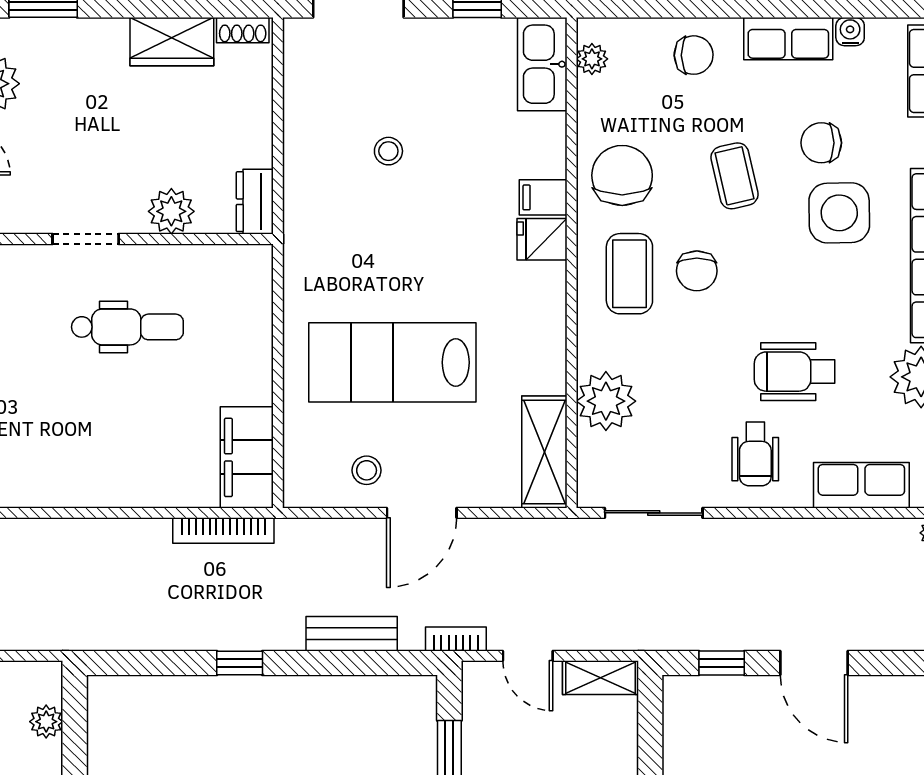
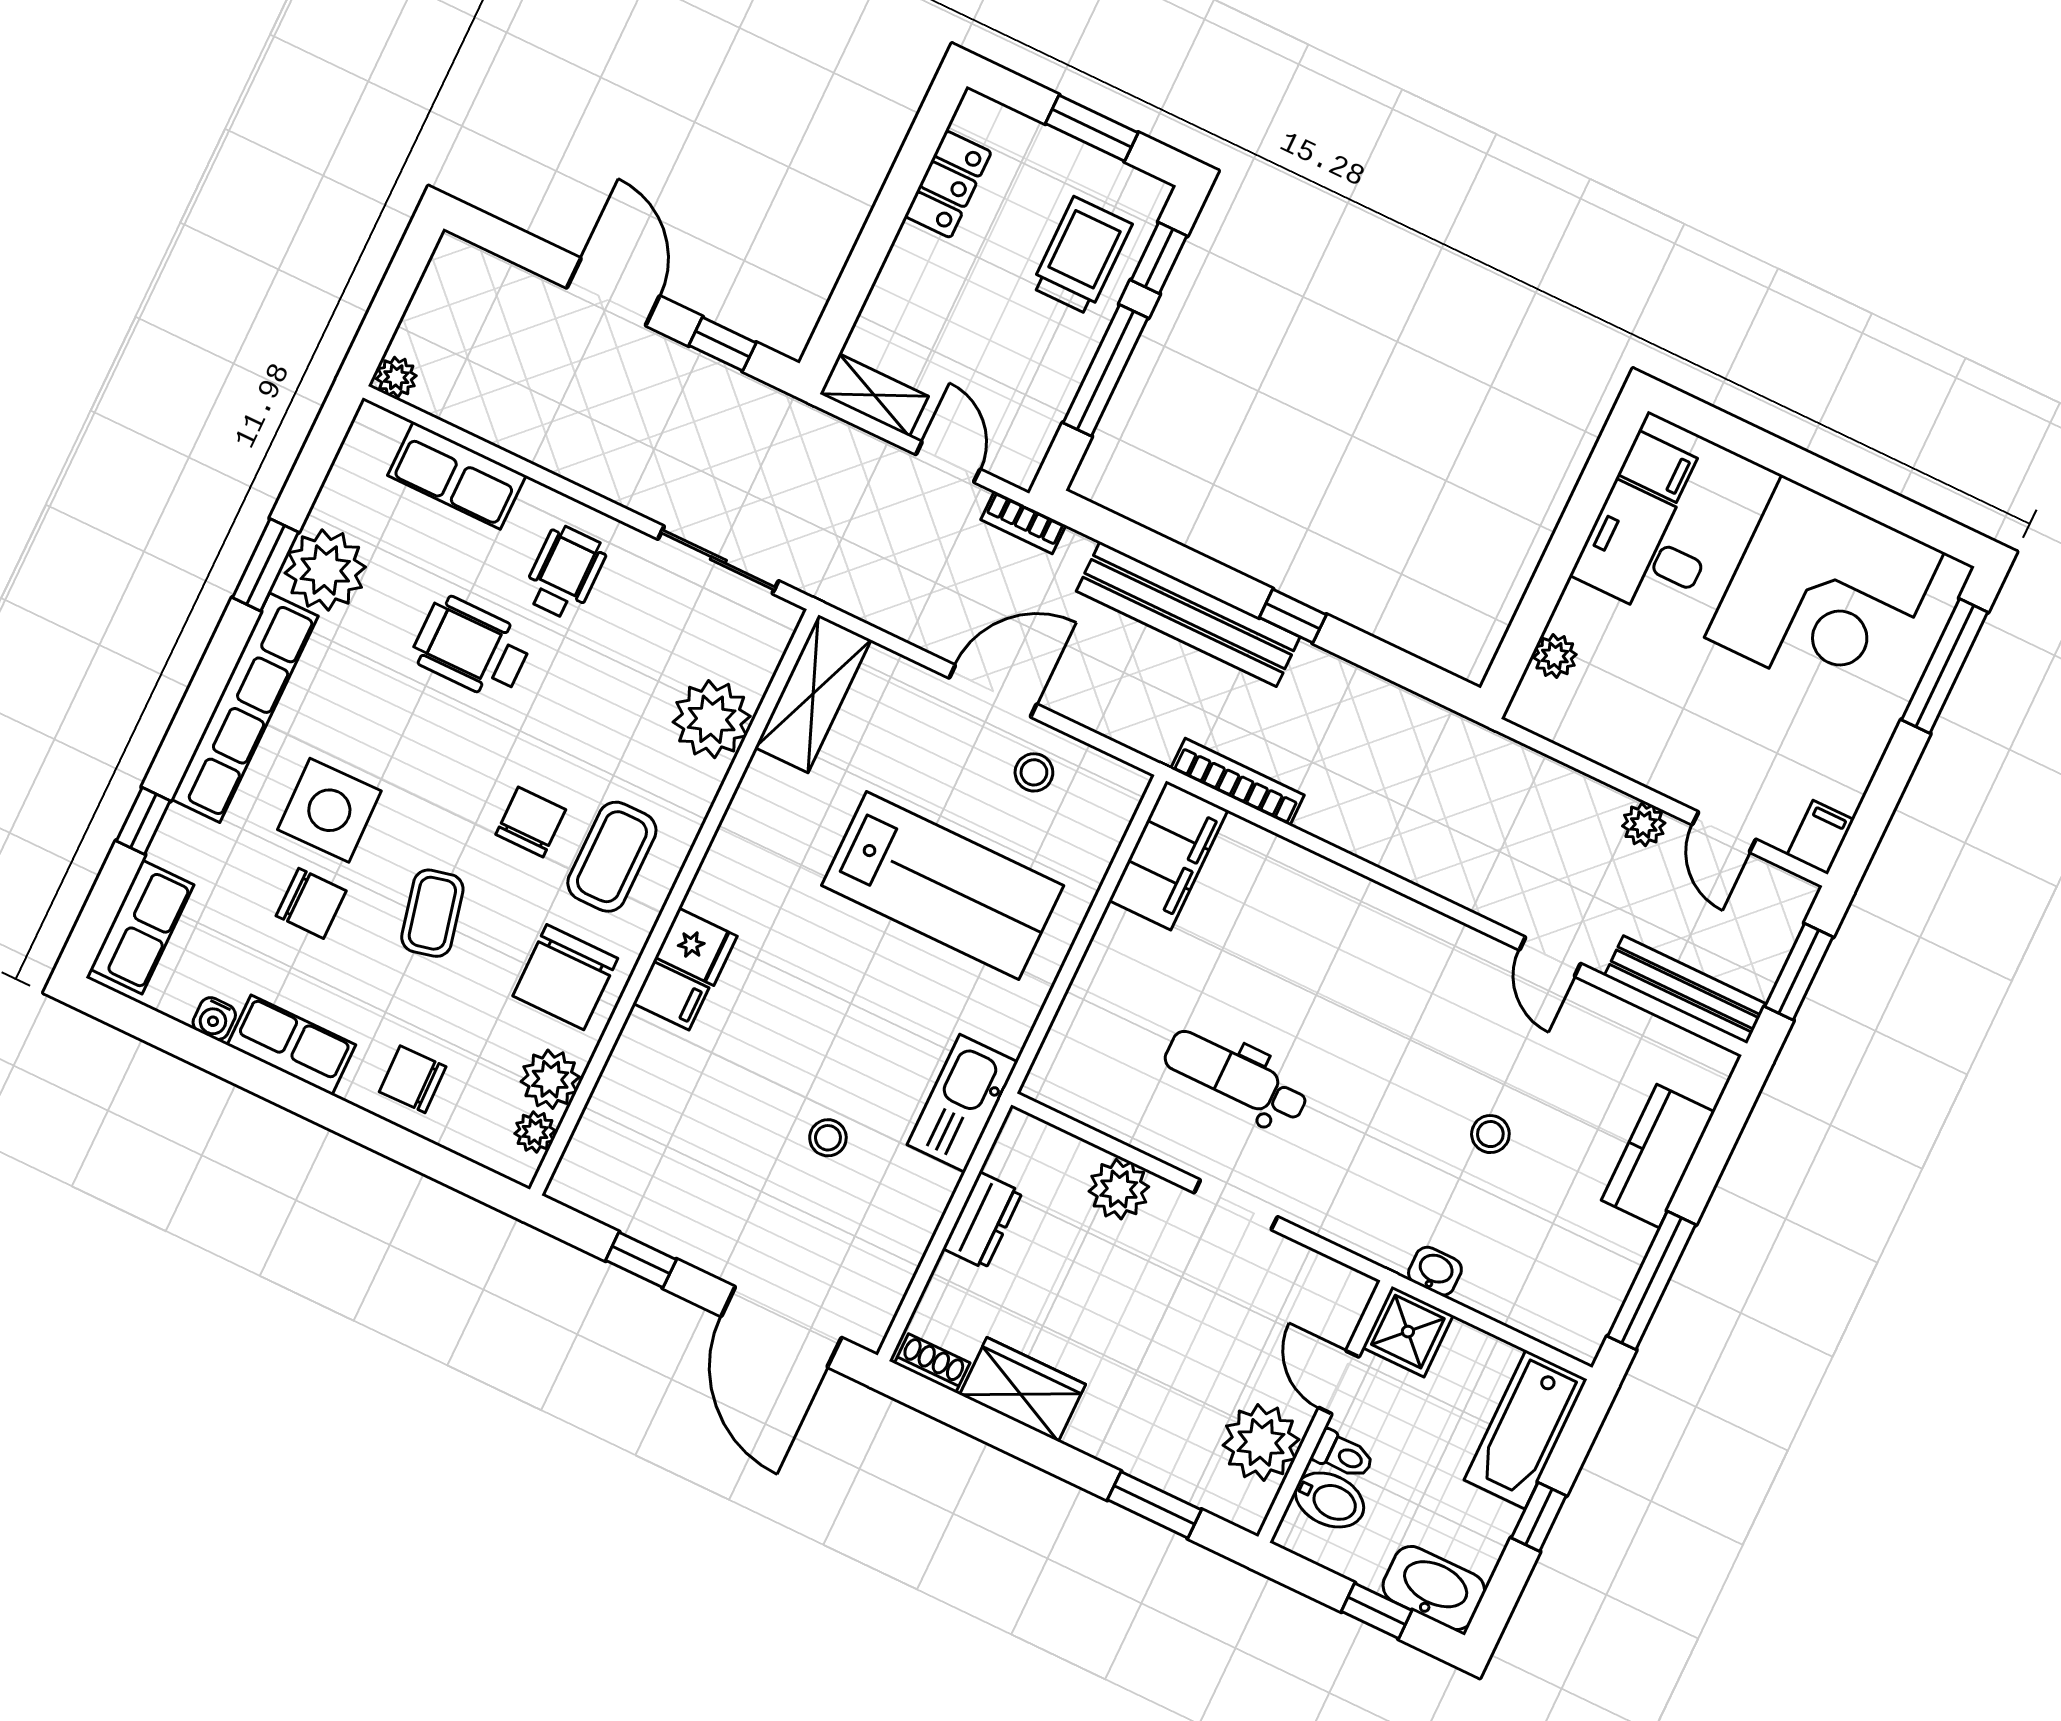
kitchen sink: (542, 64) -> (962, 1103), moved, turned 180
plant: (599, 100) -> (550, 1079), added
dresser: (255, 202) -> (983, 1220), moved
wheelchair: (795, 372) -> (472, 648), turned 180
bench: (352, 634) -> (1188, 614), width x1.86, depth x1.21

